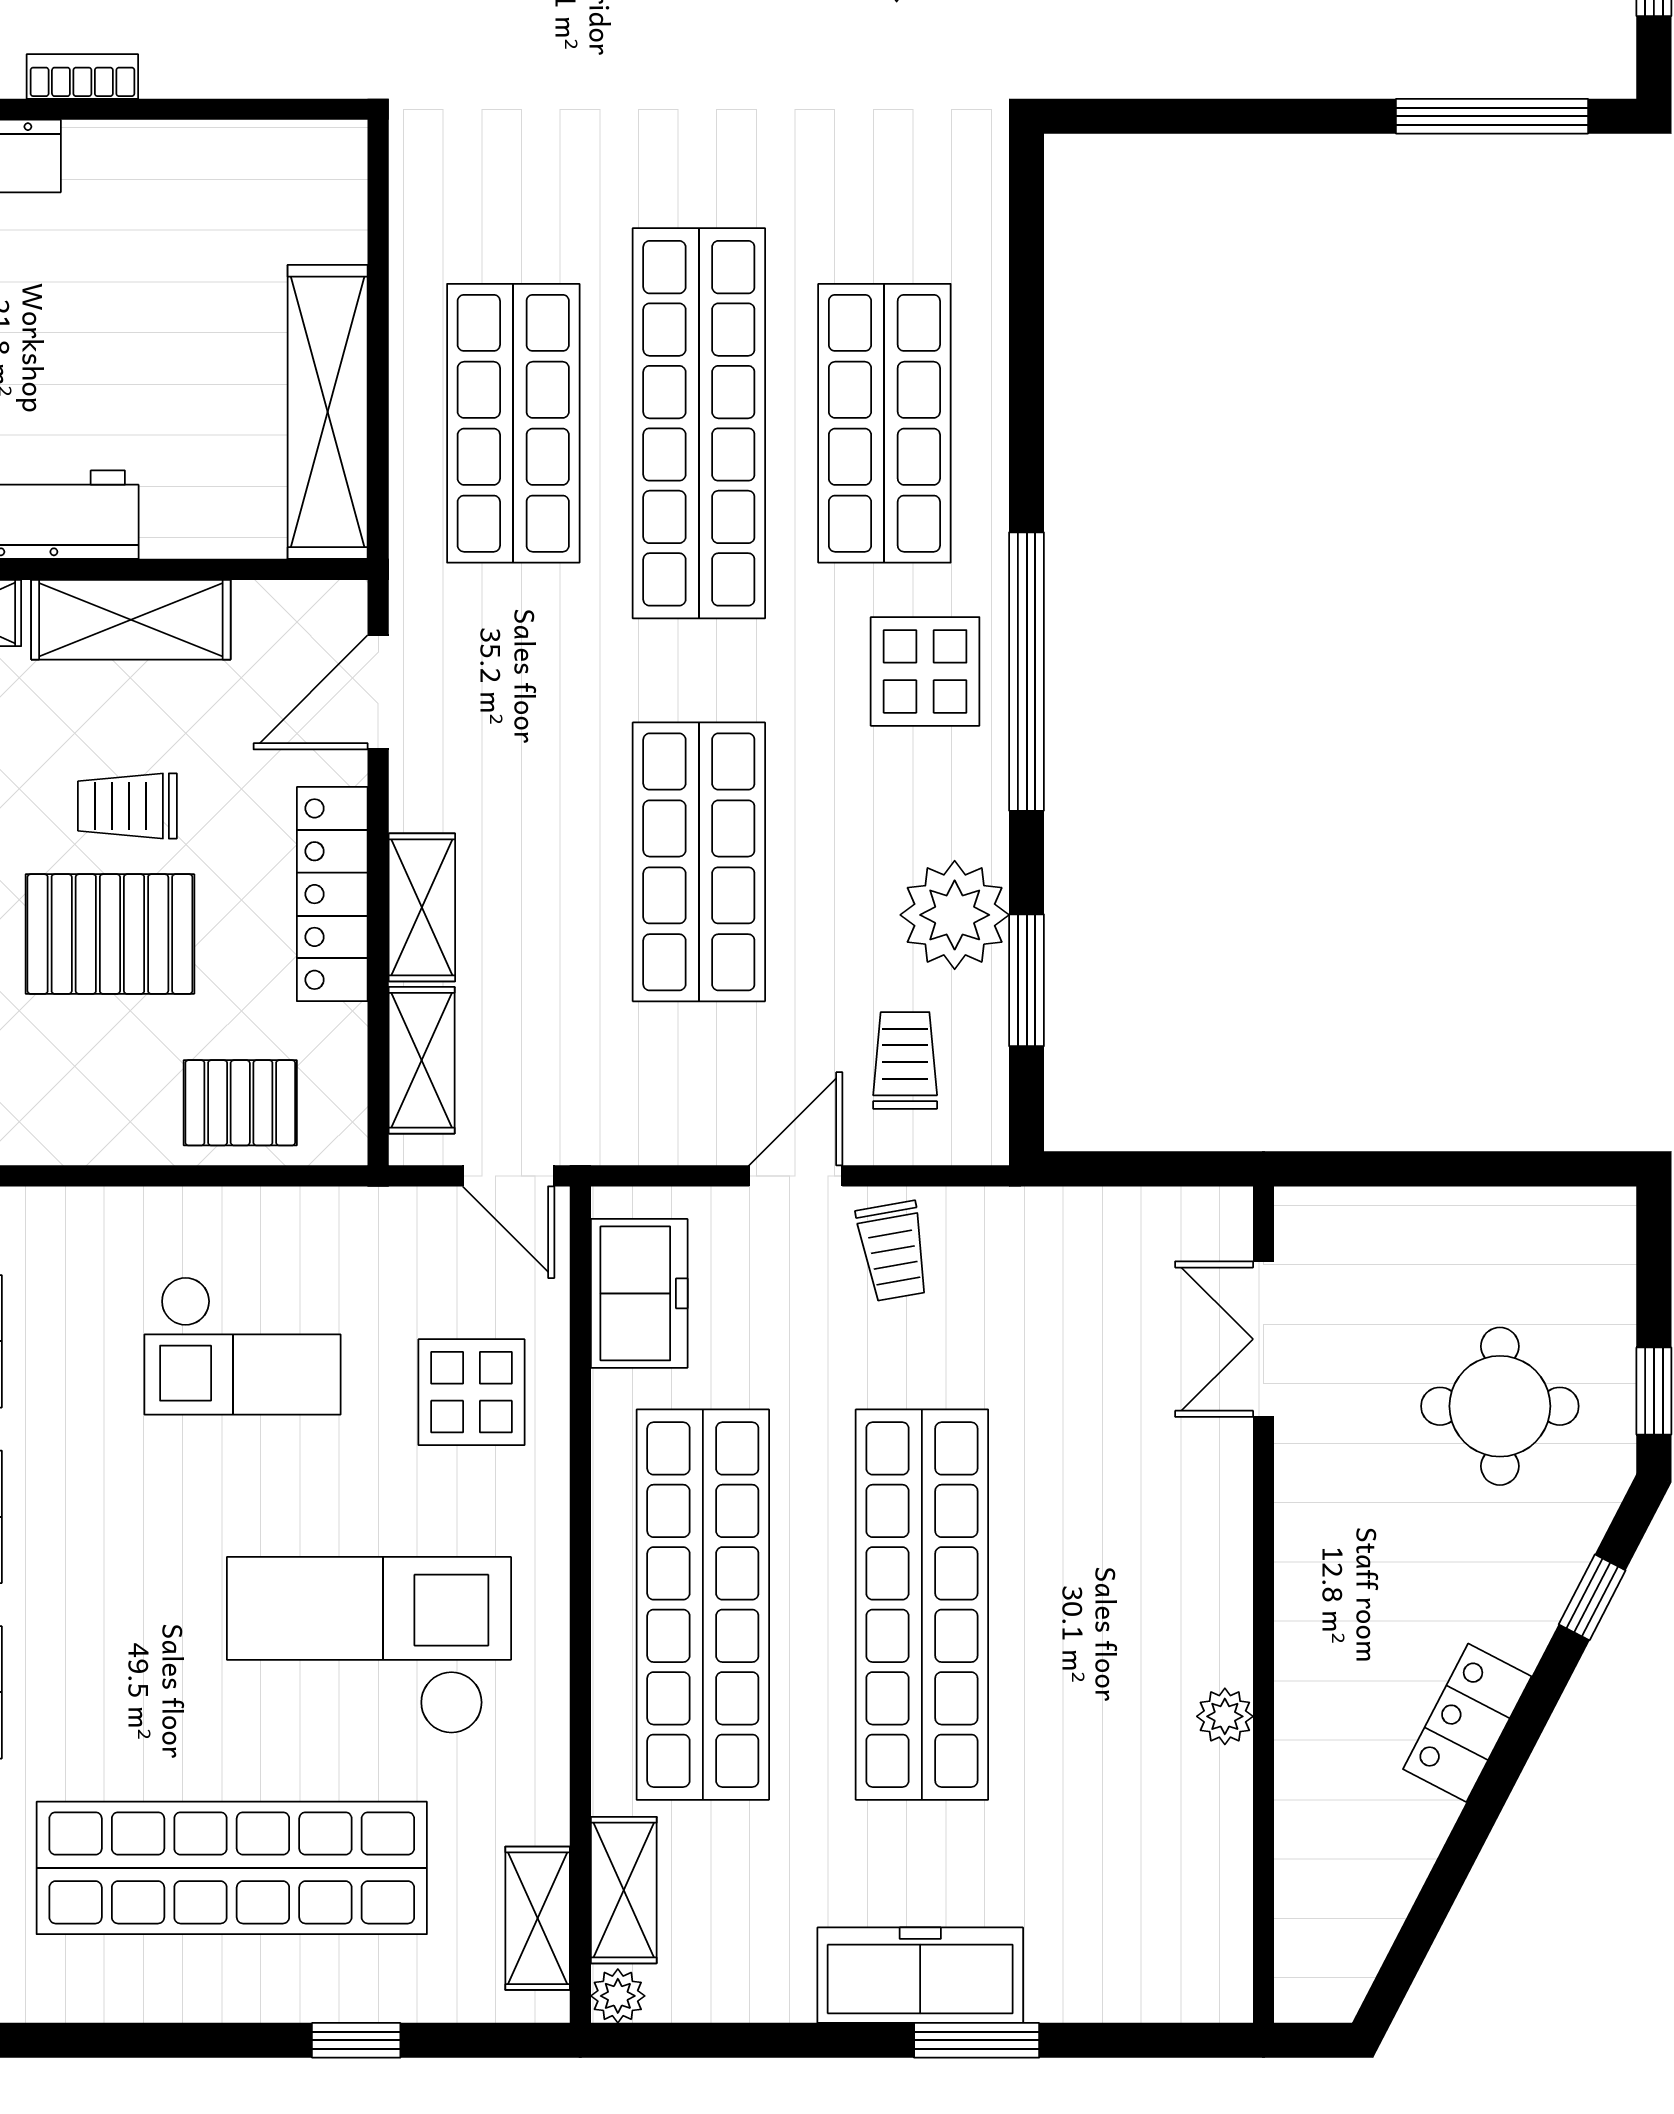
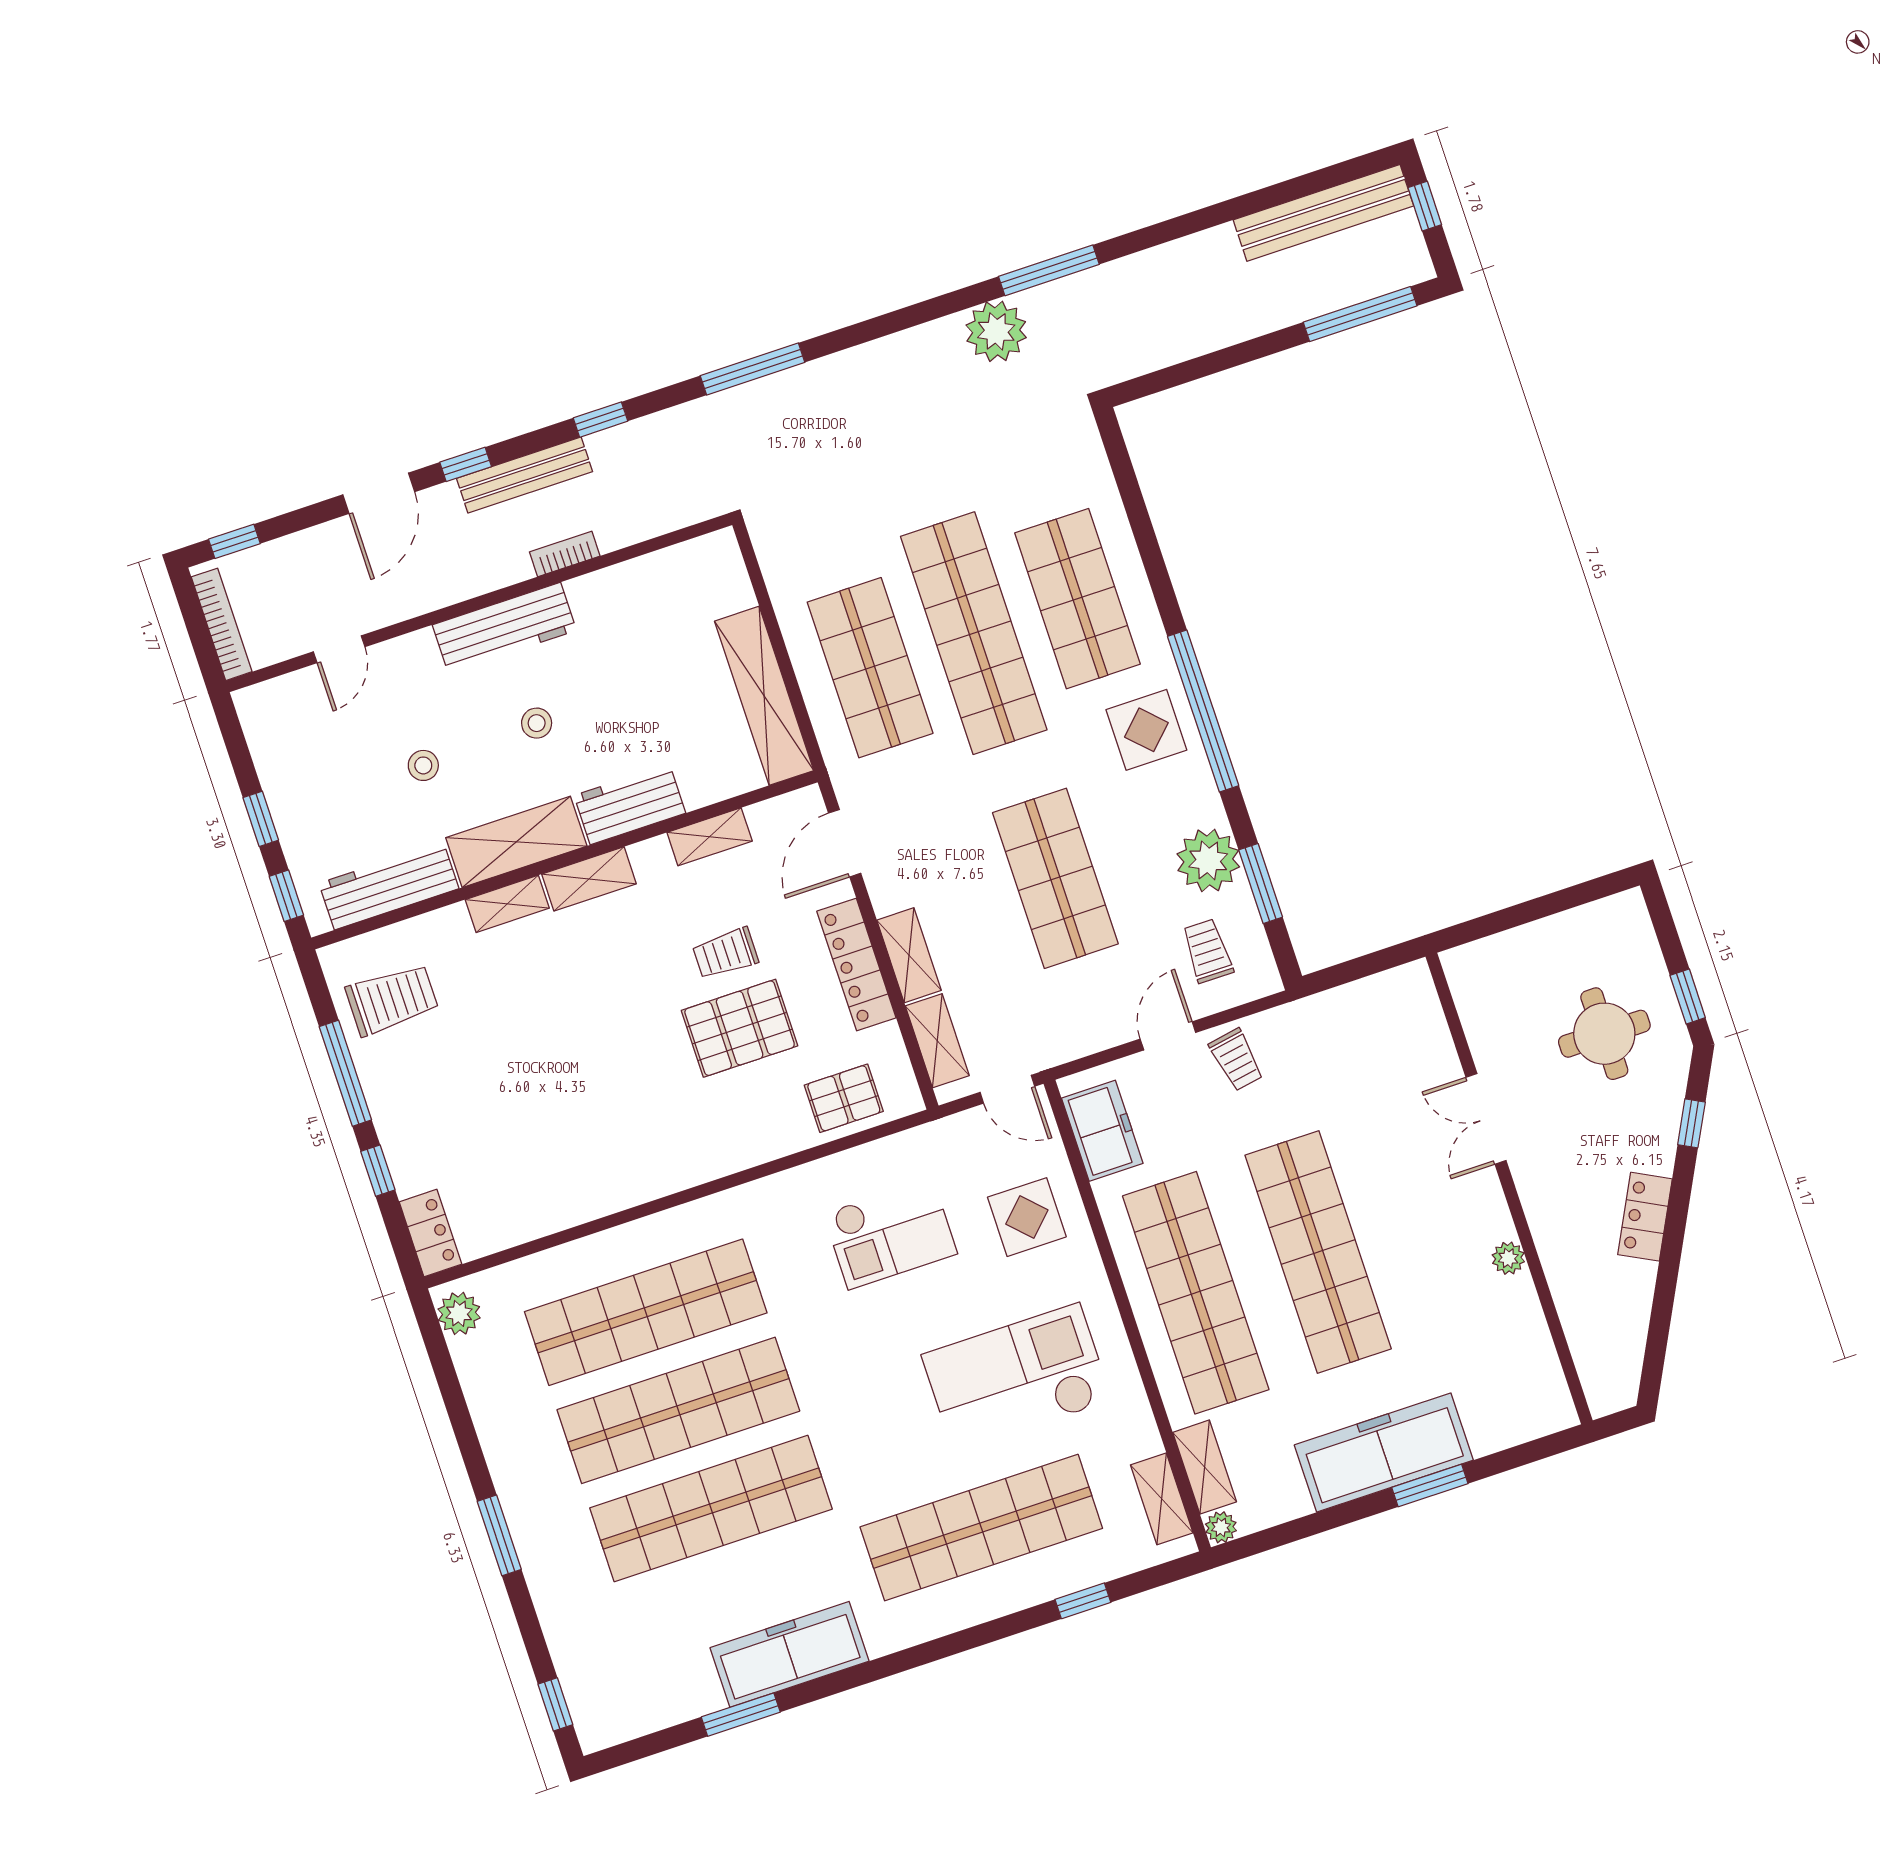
shelving: (131, 620) -> (710, 837), width x0.67, depth x0.75
double door: (1264, 1339) -> (1486, 1119), moved
freezer: (920, 1975) -> (1384, 1453), width x1.36, depth x1.26

